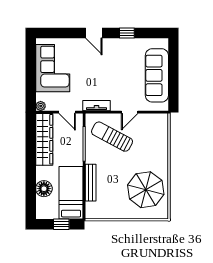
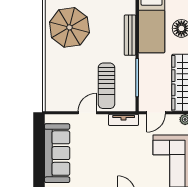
door: (67, 112) -> (156, 113), swing flipped
sun lounger: (112, 137) -> (107, 86), turned 62

